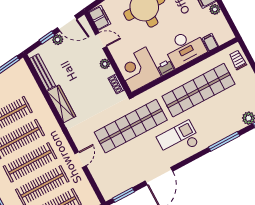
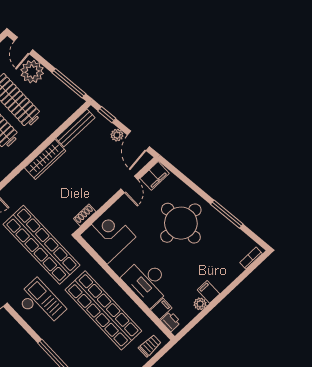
window: (47, 38) -> (107, 115), moved
plant: (105, 64) -> (104, 196), removed
printer: (166, 68) -> (171, 321), moved

